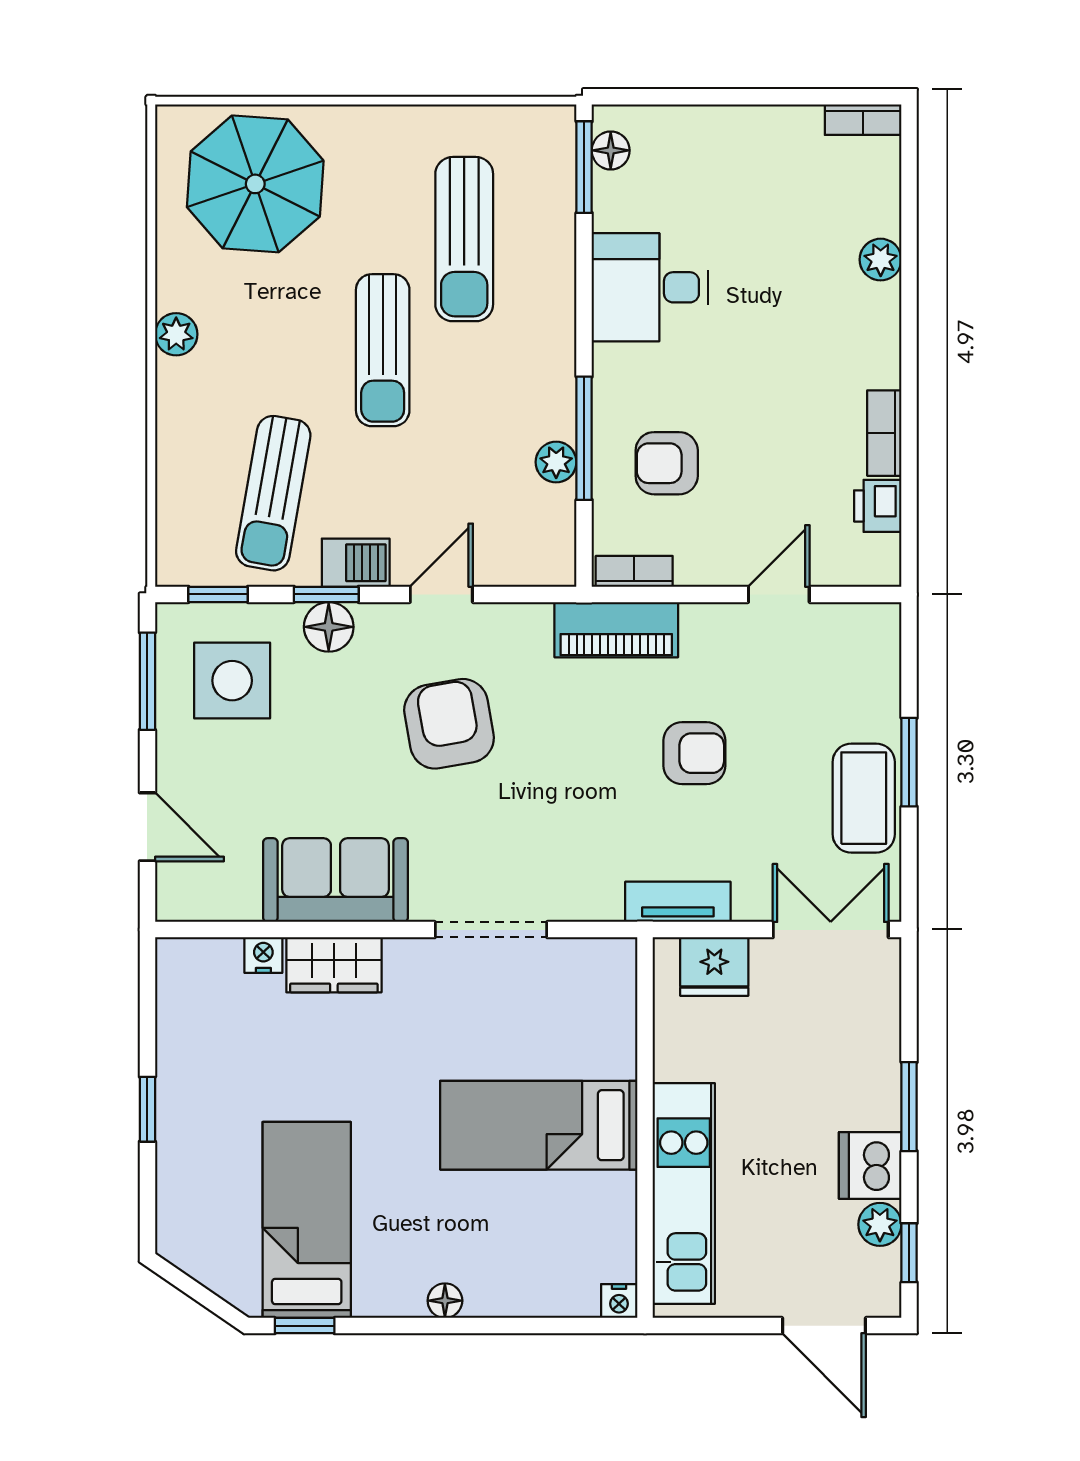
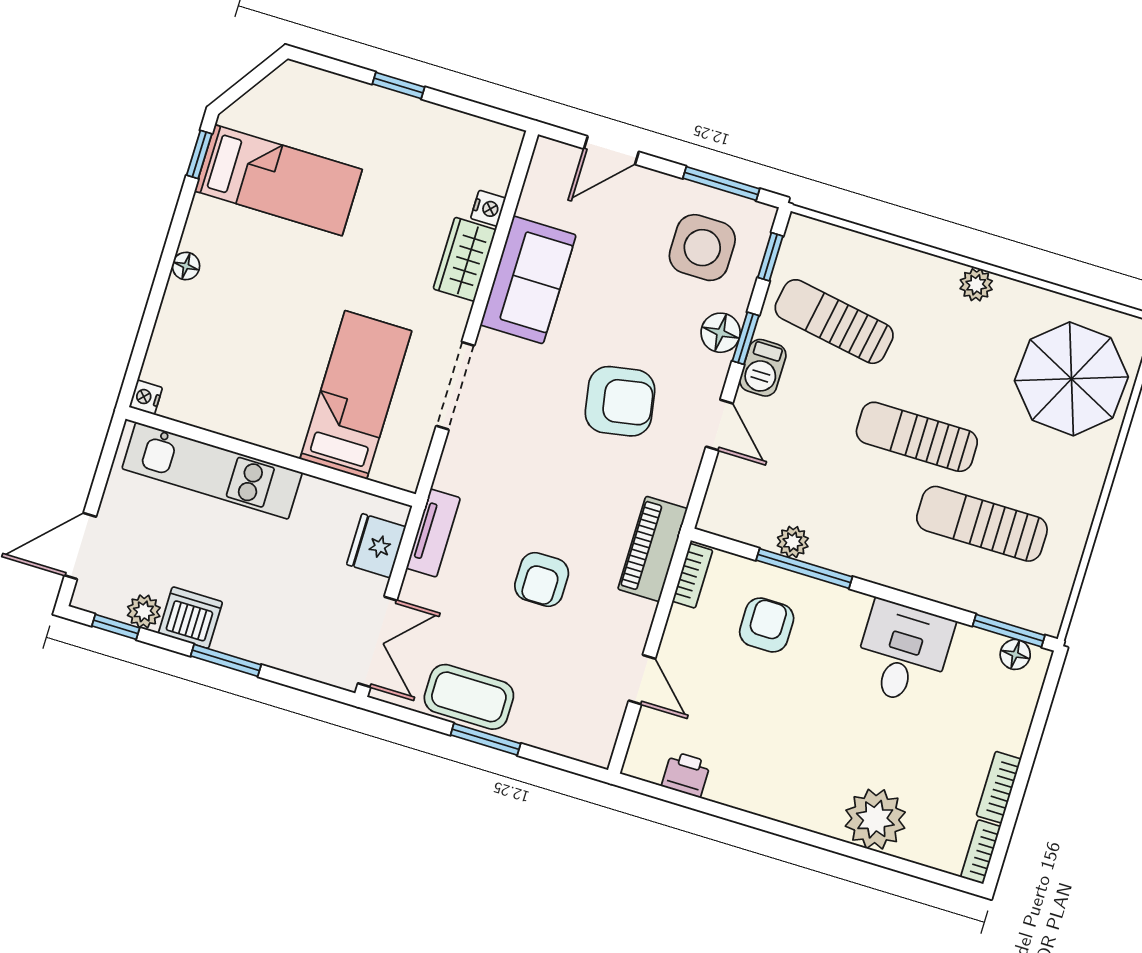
plant: (881, 260) -> (875, 819), width x1.87, depth x1.87
bookcase: (884, 433) -> (999, 787), moved, turned -90
bed: (539, 1125) -> (356, 395), moved

